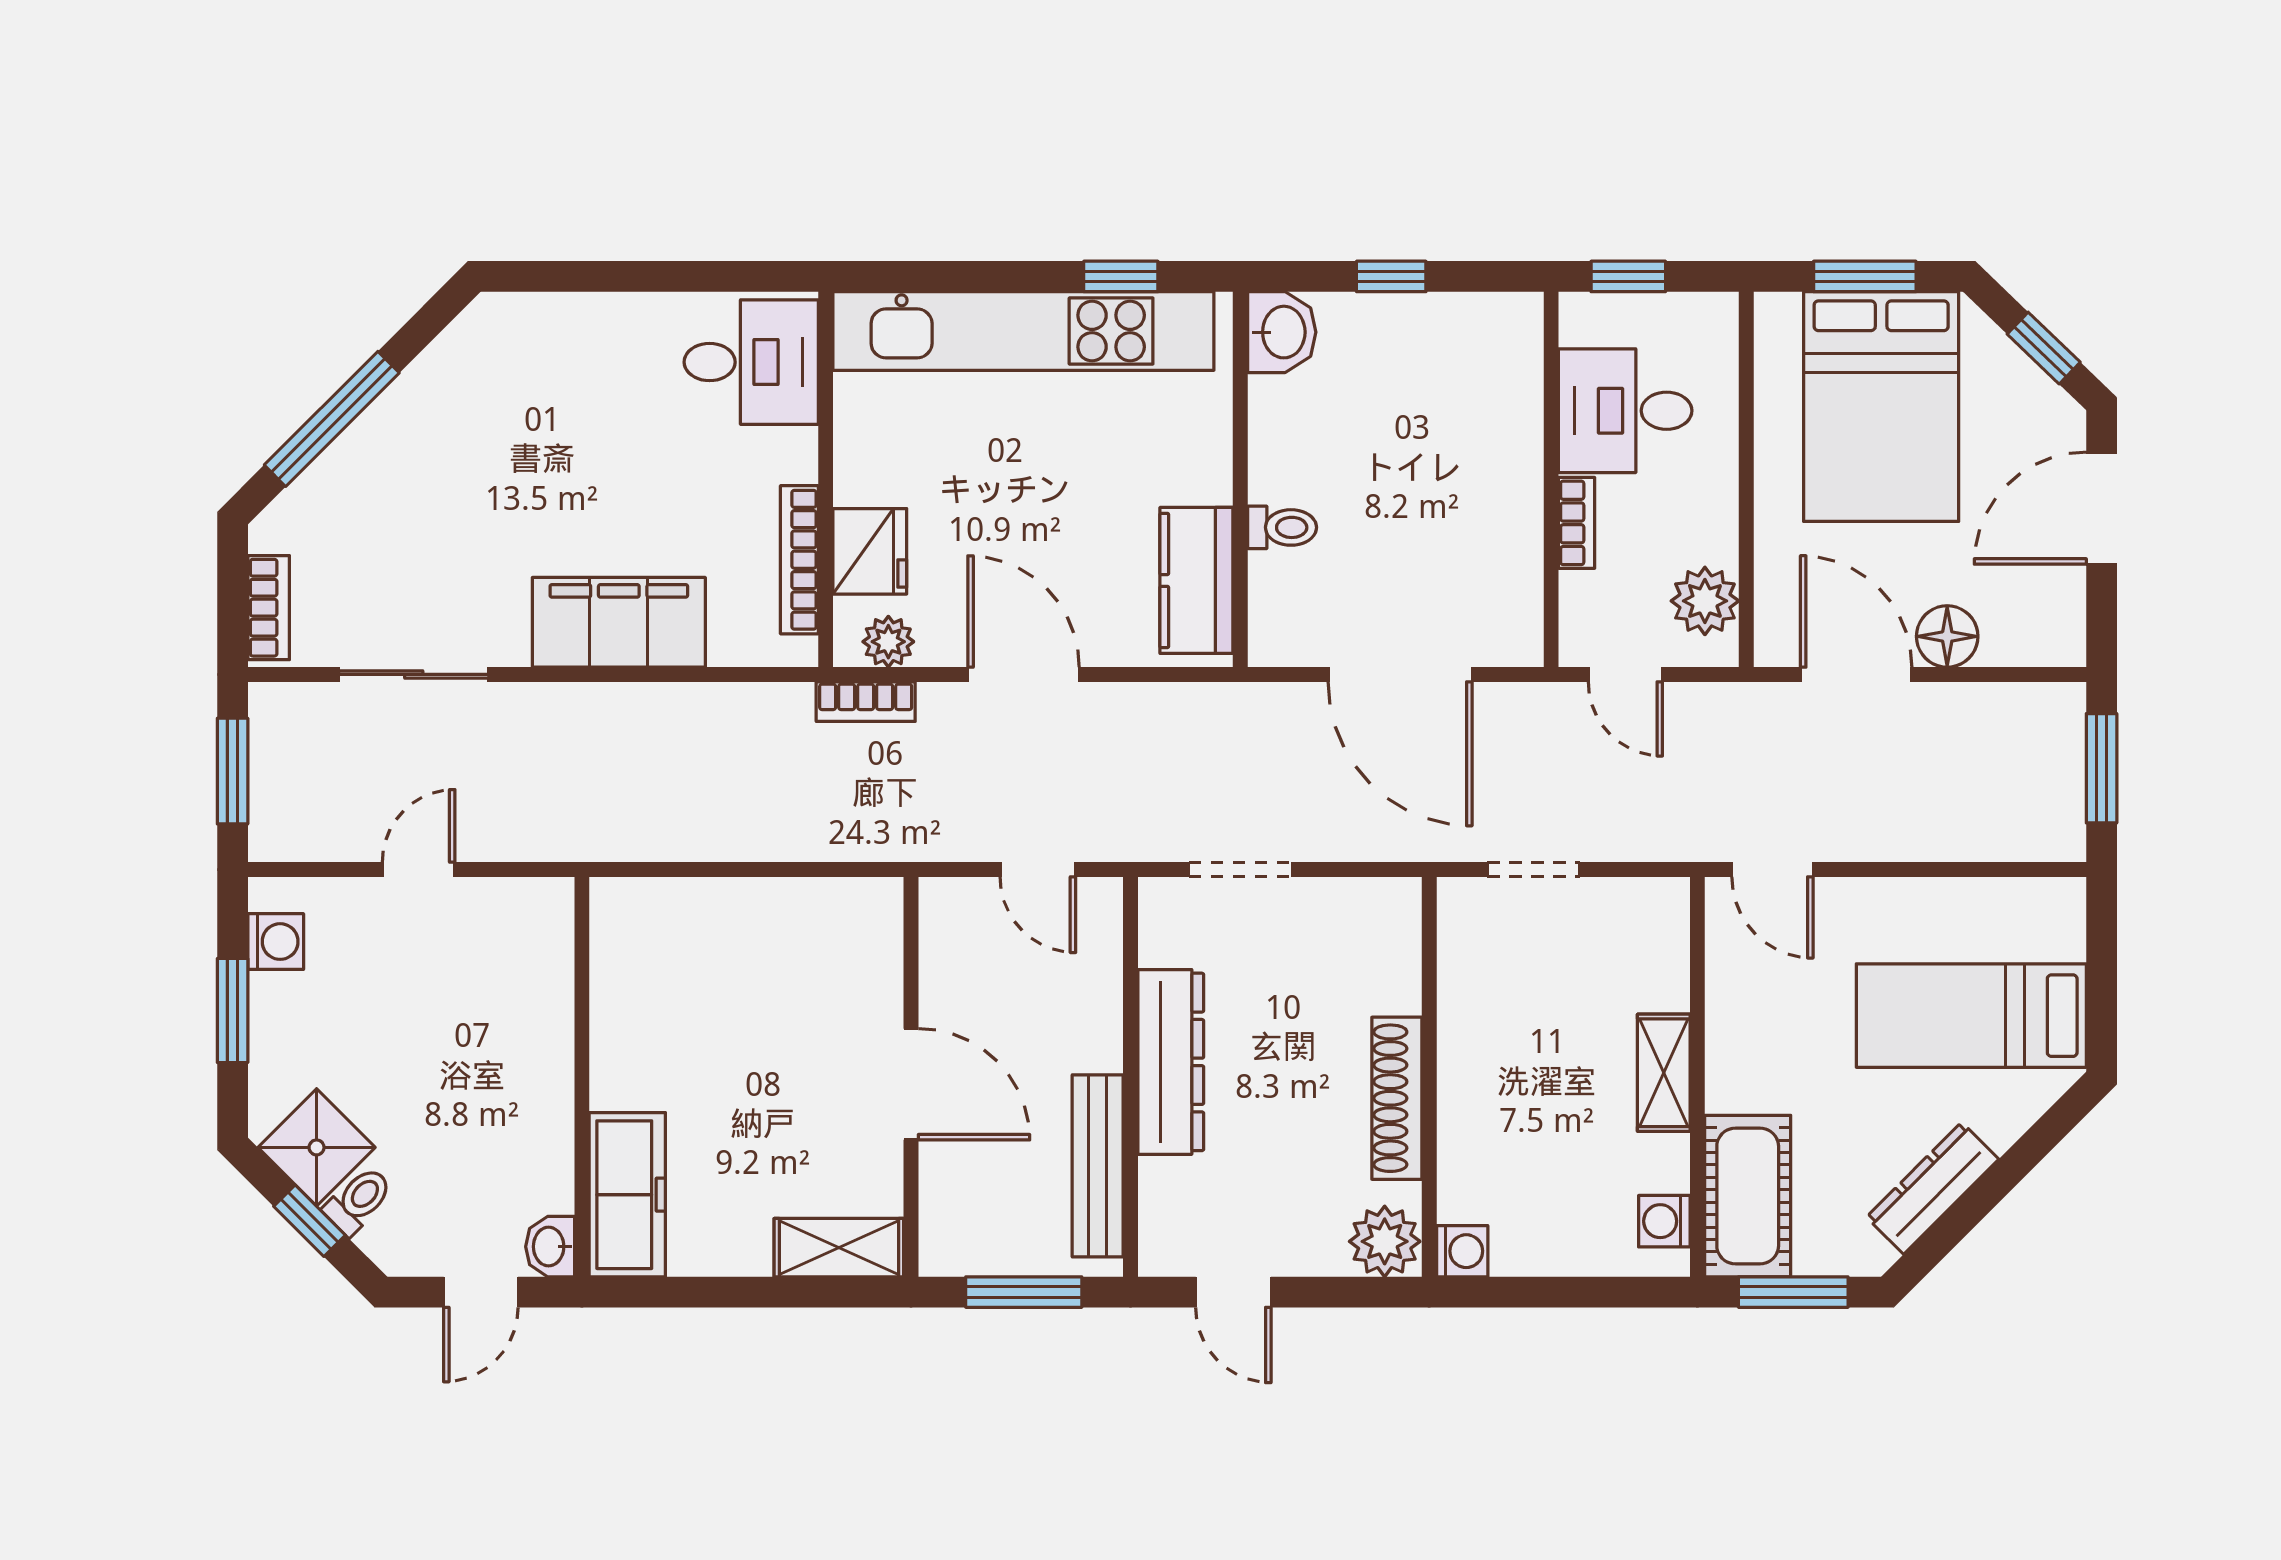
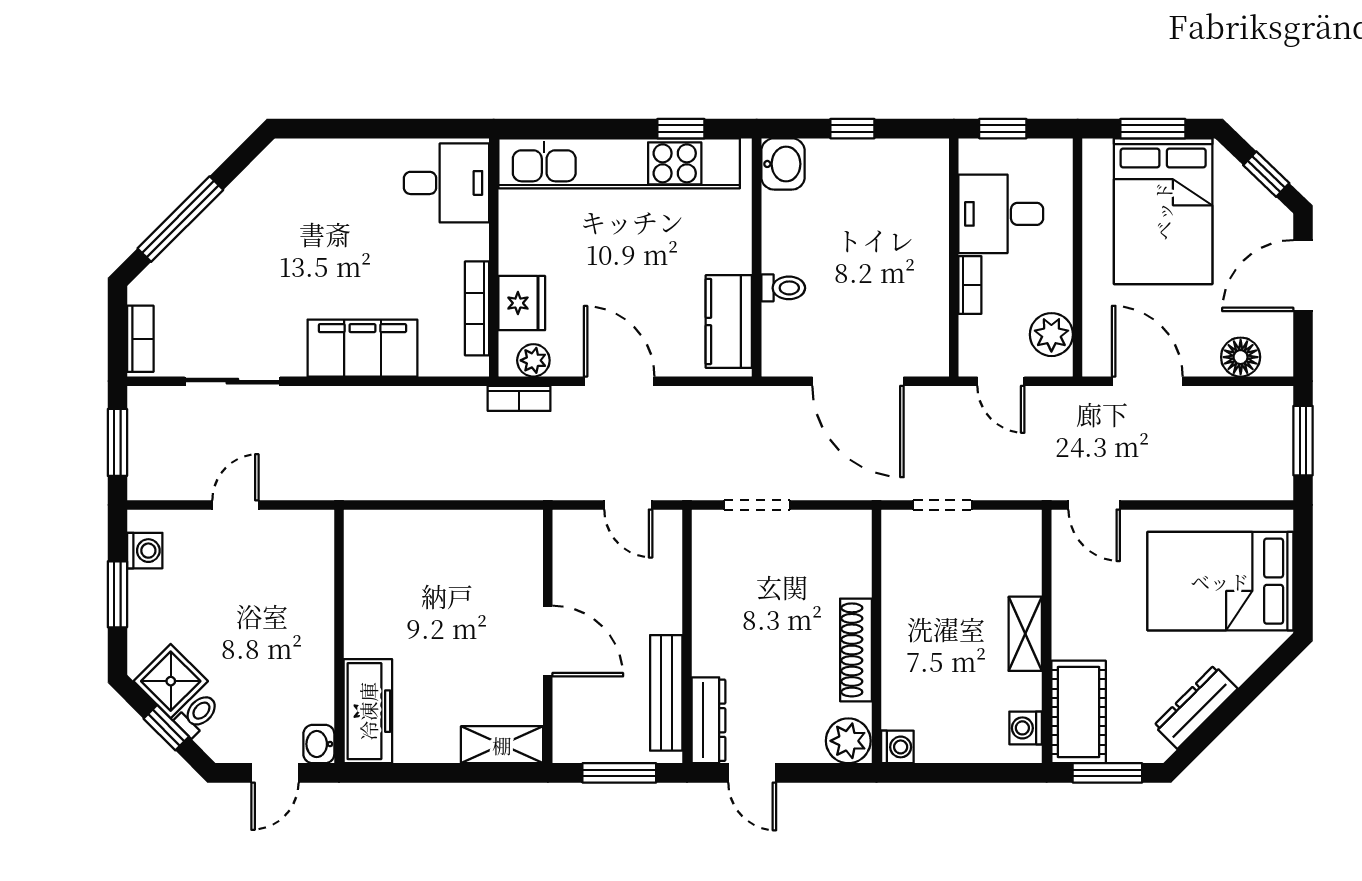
floor lamp: (1947, 636) -> (1241, 357), moved
bed: (1971, 1016) -> (1220, 581), width x1.50
dresser: (1171, 1062) -> (708, 720), moved, width x0.73, depth x0.80

